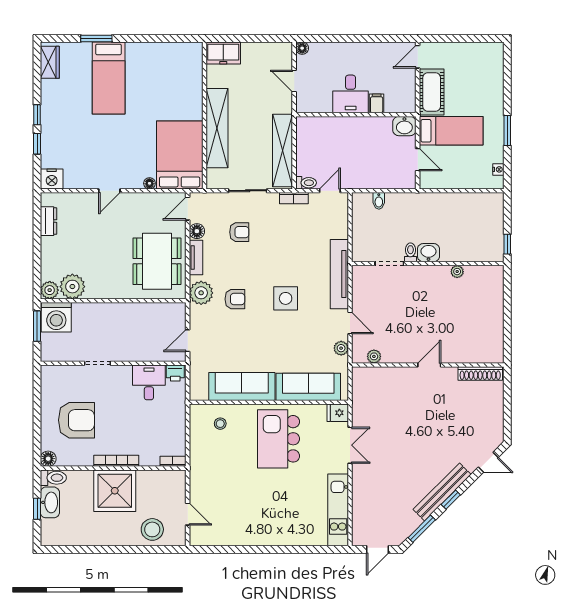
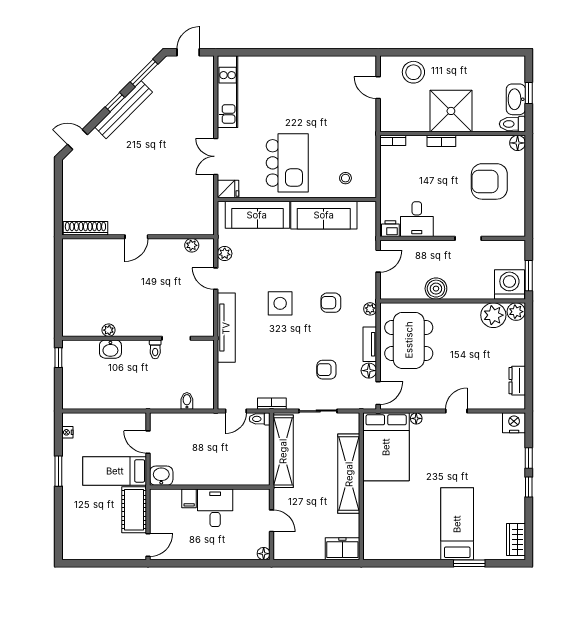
washbasin: (428, 253) -> (110, 349), moved
plant: (201, 293) -> (370, 309), width x0.53, depth x0.53
boiler: (130, 313) -> (436, 289), added
bookcase: (116, 461) -> (441, 141), width x0.64

